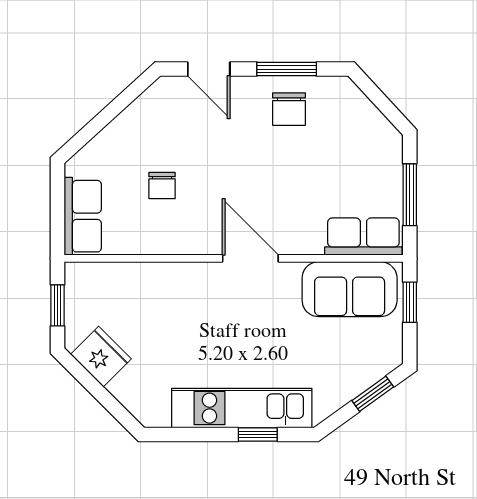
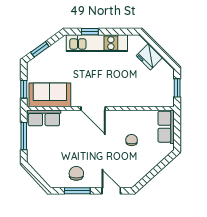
fridge: (101, 357) -> (149, 57), moved

